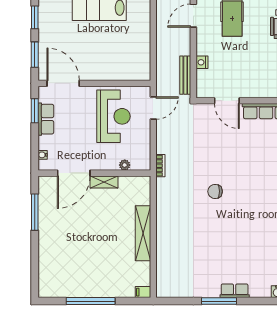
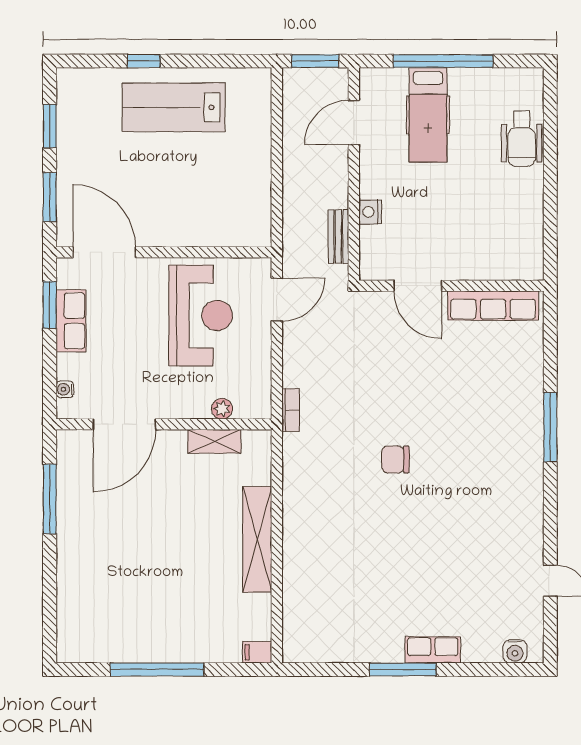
bench: (185, 75) -> (338, 237), width x0.73
shelving: (104, 182) -> (214, 441), moved

